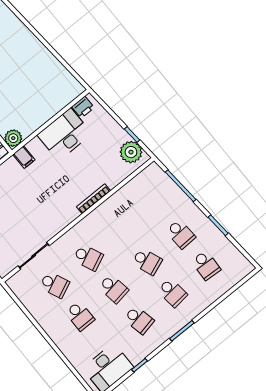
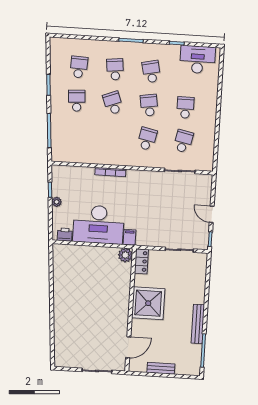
desk: (64, 134) -> (98, 224), width x1.36, depth x1.30
plant: (131, 152) -> (57, 202), moved, width x0.53, depth x0.53
school desk: (88, 257) -> (147, 139), turned 36
school desk: (55, 285) -> (183, 141), turned 36

